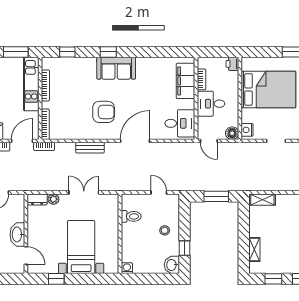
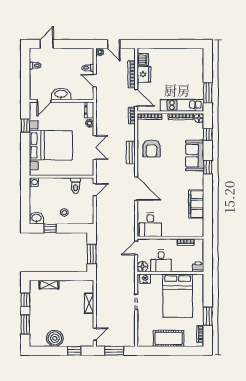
floor lamp: (47, 63) -> (199, 118), added
sofa: (116, 68) -> (195, 156), moved
filing cabinet: (186, 81) -> (196, 204), moved, turned -90
desk: (211, 104) -> (161, 261), moved, turned 180
armchair: (104, 112) -> (151, 148), moved
door: (159, 193) -> (95, 190), moved
shelving: (262, 200) -> (89, 303), moved
bed with nightstands: (81, 247) -> (51, 145), width x1.36

